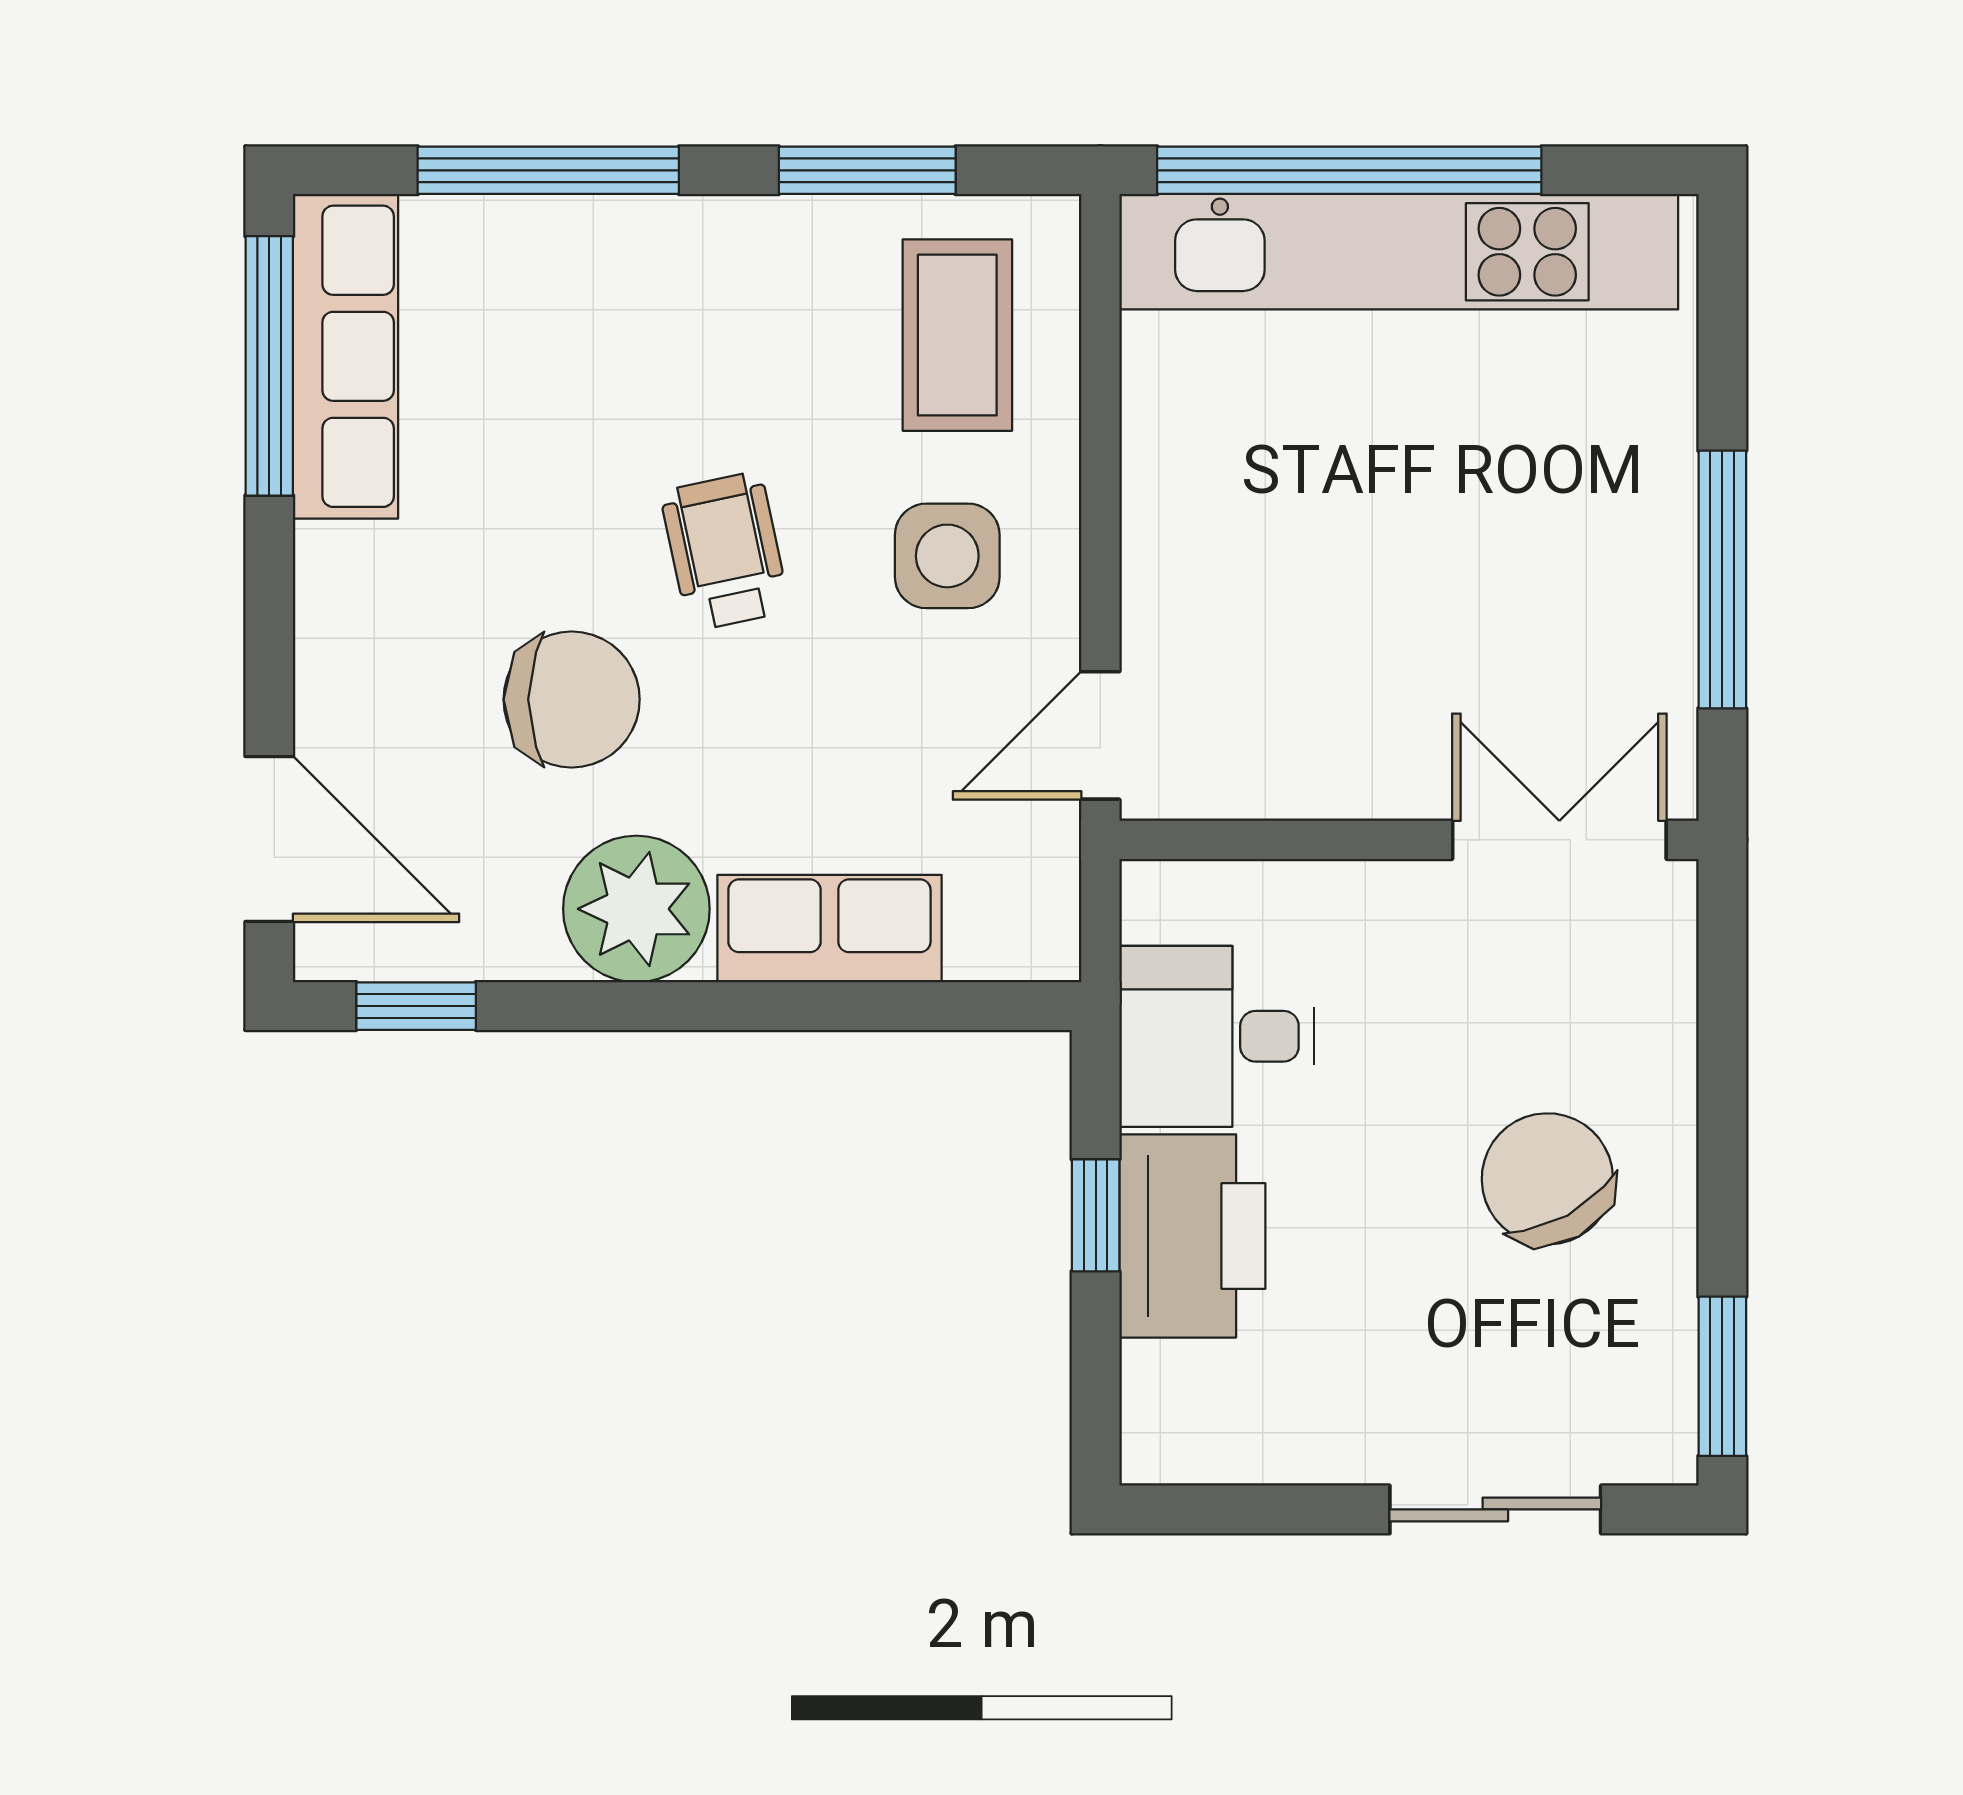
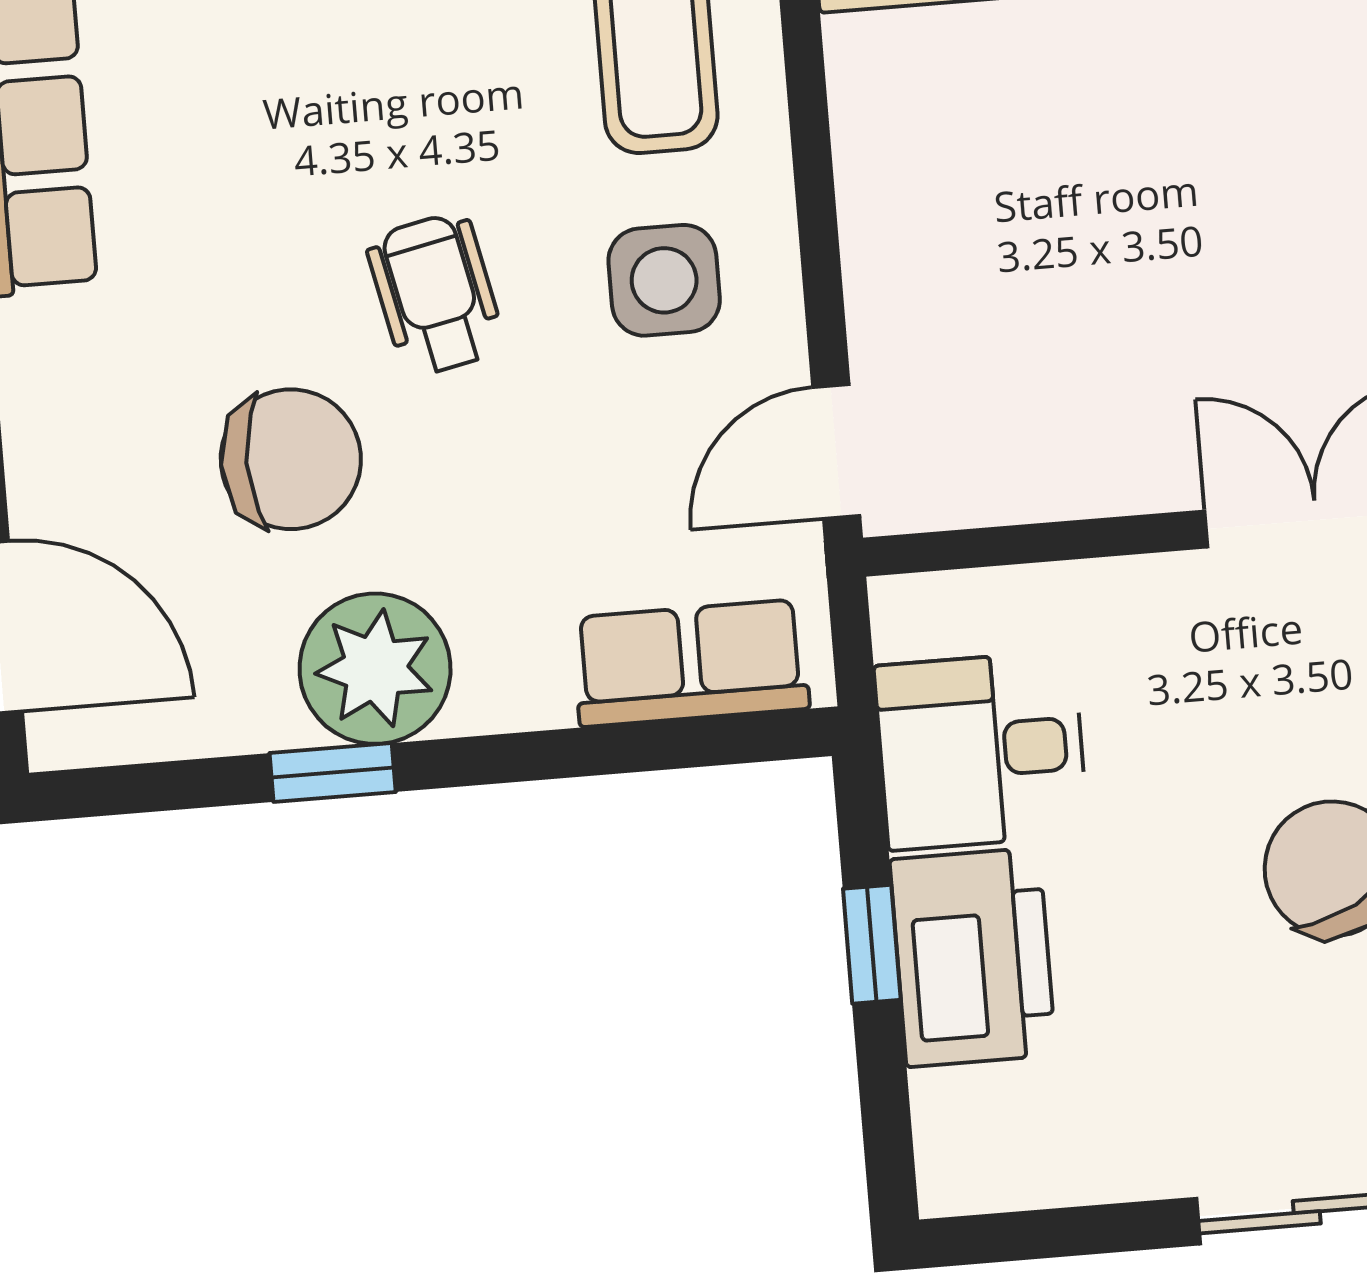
row of seats: (829, 929) -> (691, 663), moved
window: (416, 1006) -> (333, 772), moved

